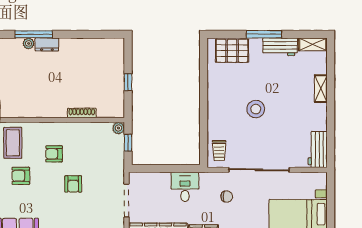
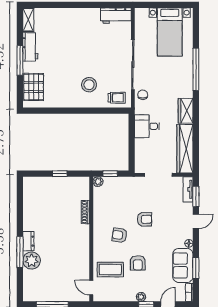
plant: (29, 43) -> (32, 261), width x1.88, depth x1.88
shelving: (321, 89) -> (65, 13), removed
stool: (256, 109) -> (89, 85), moved
armchair: (54, 154) -> (119, 235), turned 98
chair: (227, 197) -> (143, 95), moved

